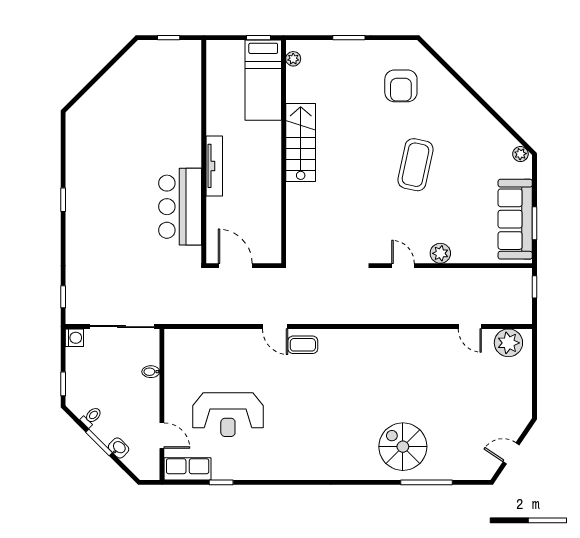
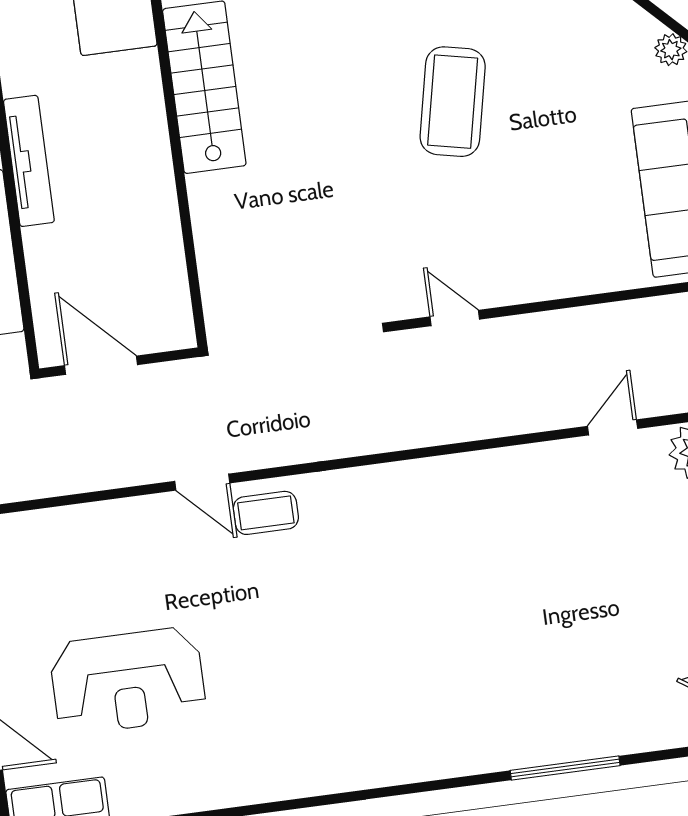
plant: (440, 253) -> (530, 281), removed
door: (470, 327) -> (613, 427), swing flipped
spiral stairs: (403, 447) -> (505, 699), removed

